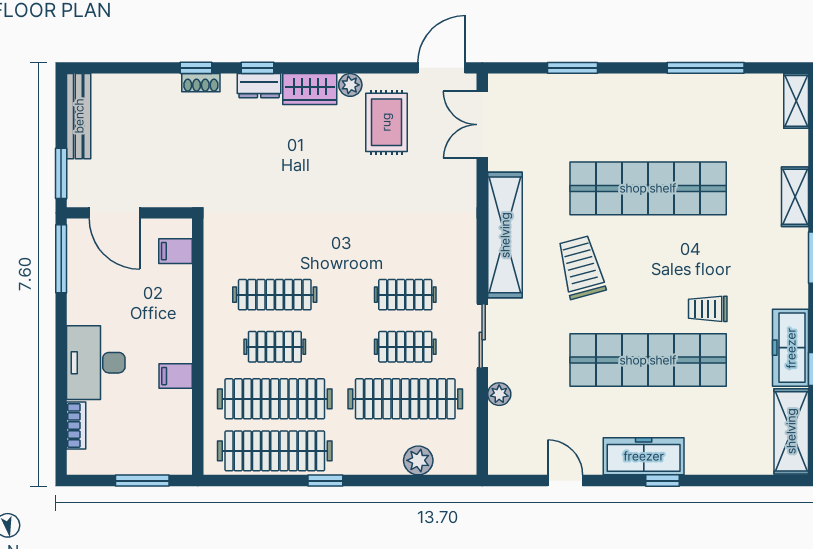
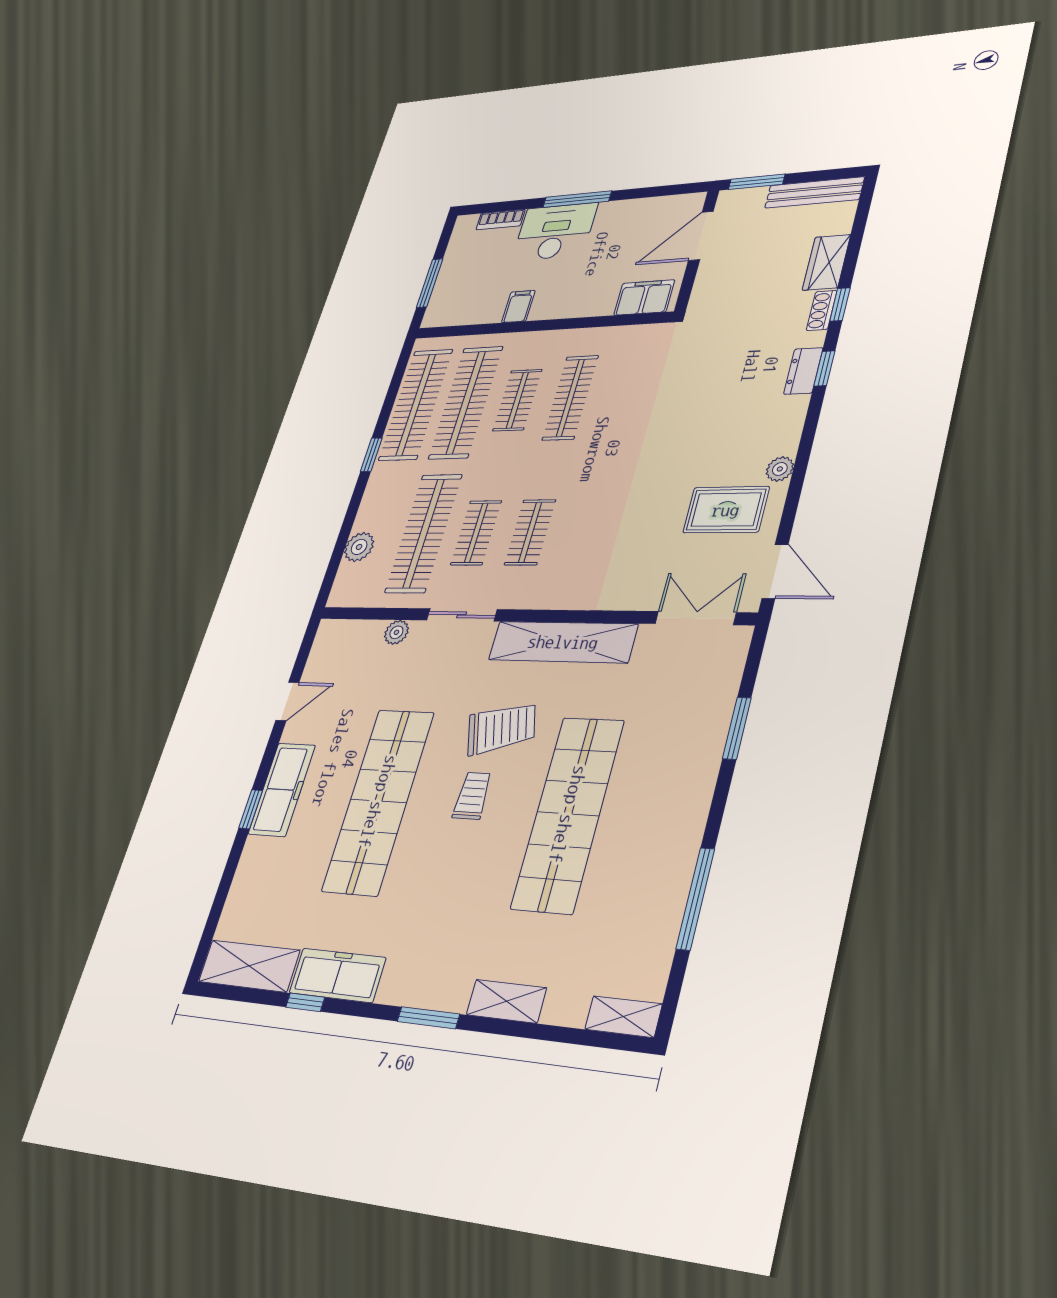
wardrobe: (310, 89) -> (826, 262), moved
filing cabinet: (176, 251) -> (644, 298), width x2.00
window: (61, 259) -> (577, 199), moved
trolley: (708, 309) -> (472, 796), moved

